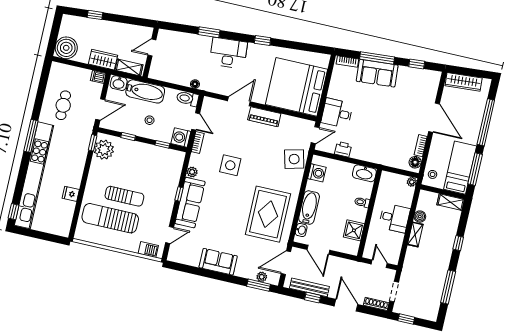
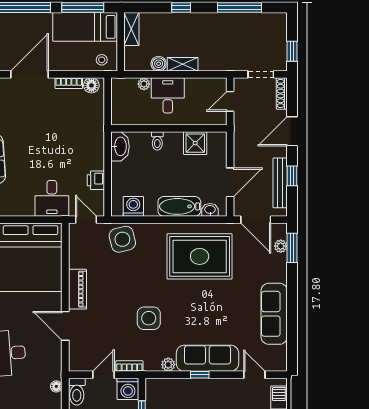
plant: (412, 182) -> (144, 84), moved
sofa: (218, 262) -> (274, 314), width x1.36

